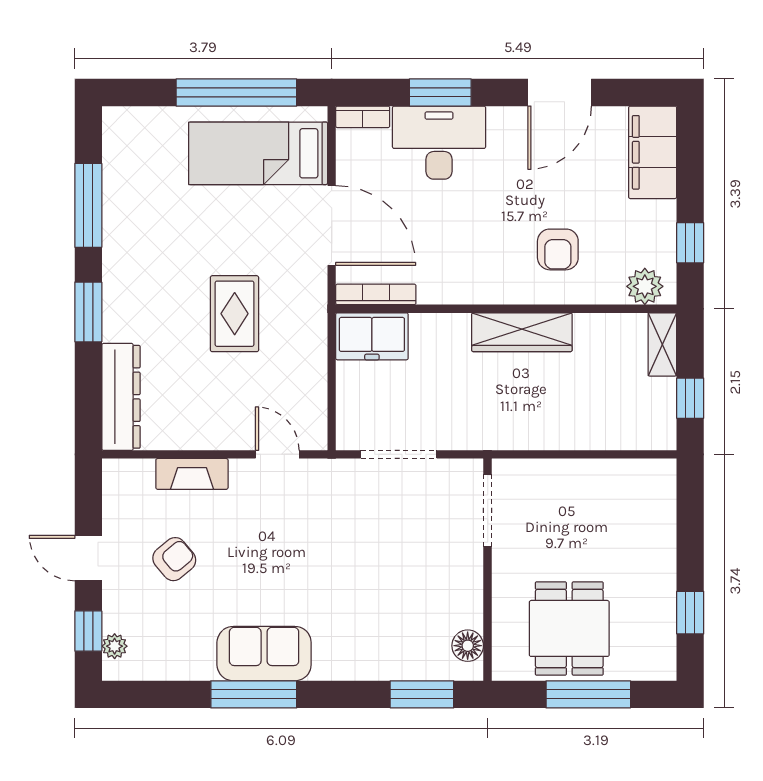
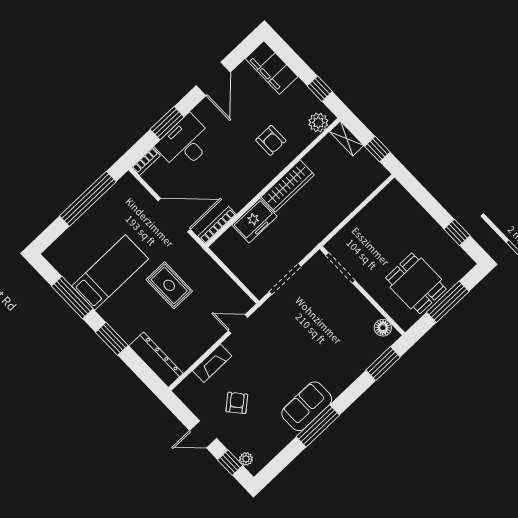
bed: (258, 153) -> (110, 273), moved, turned 180
freezer: (372, 336) -> (255, 221), moved

